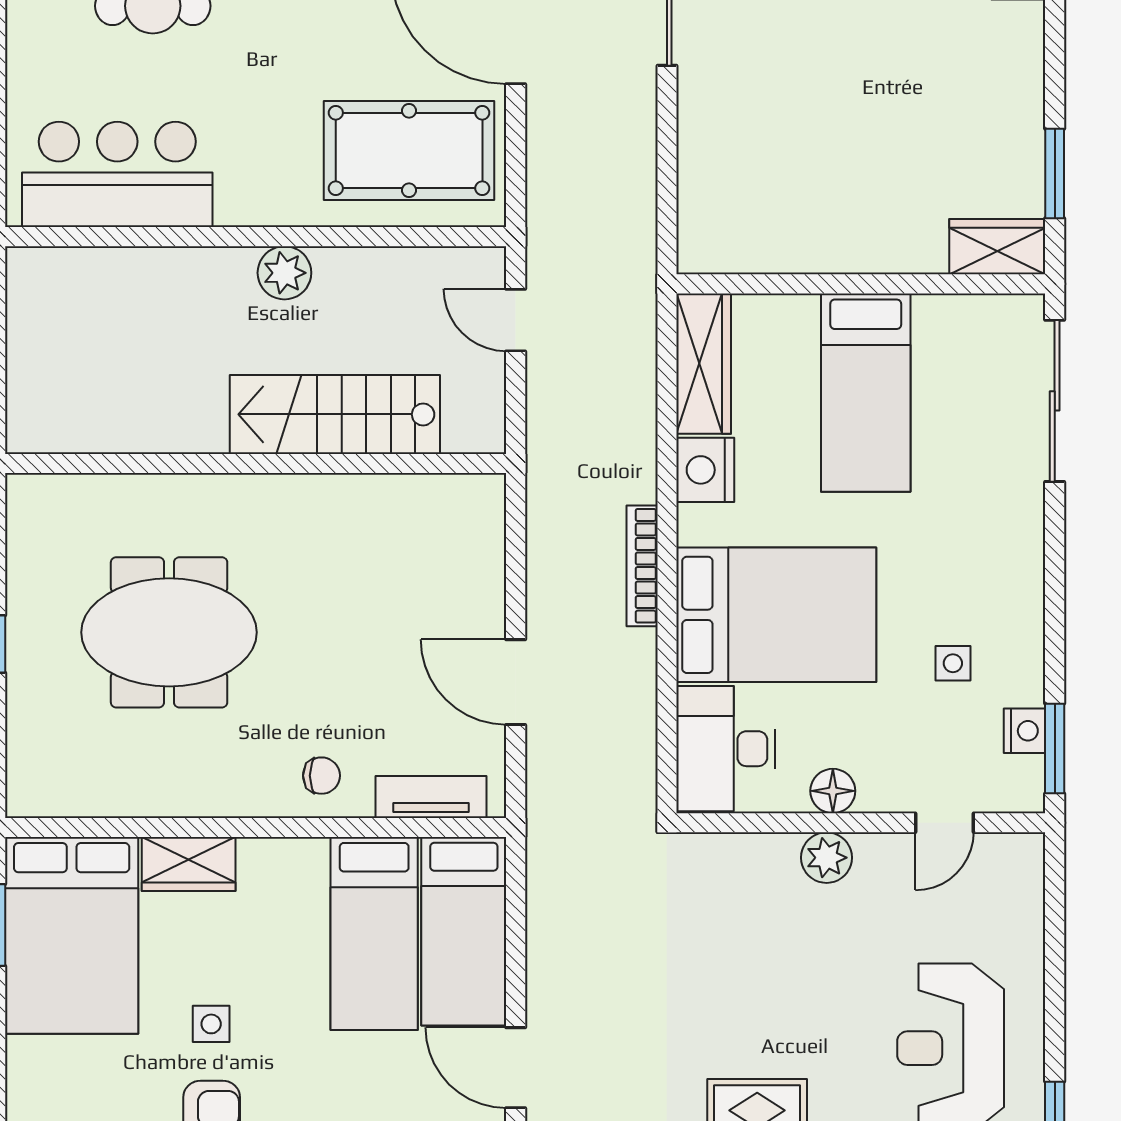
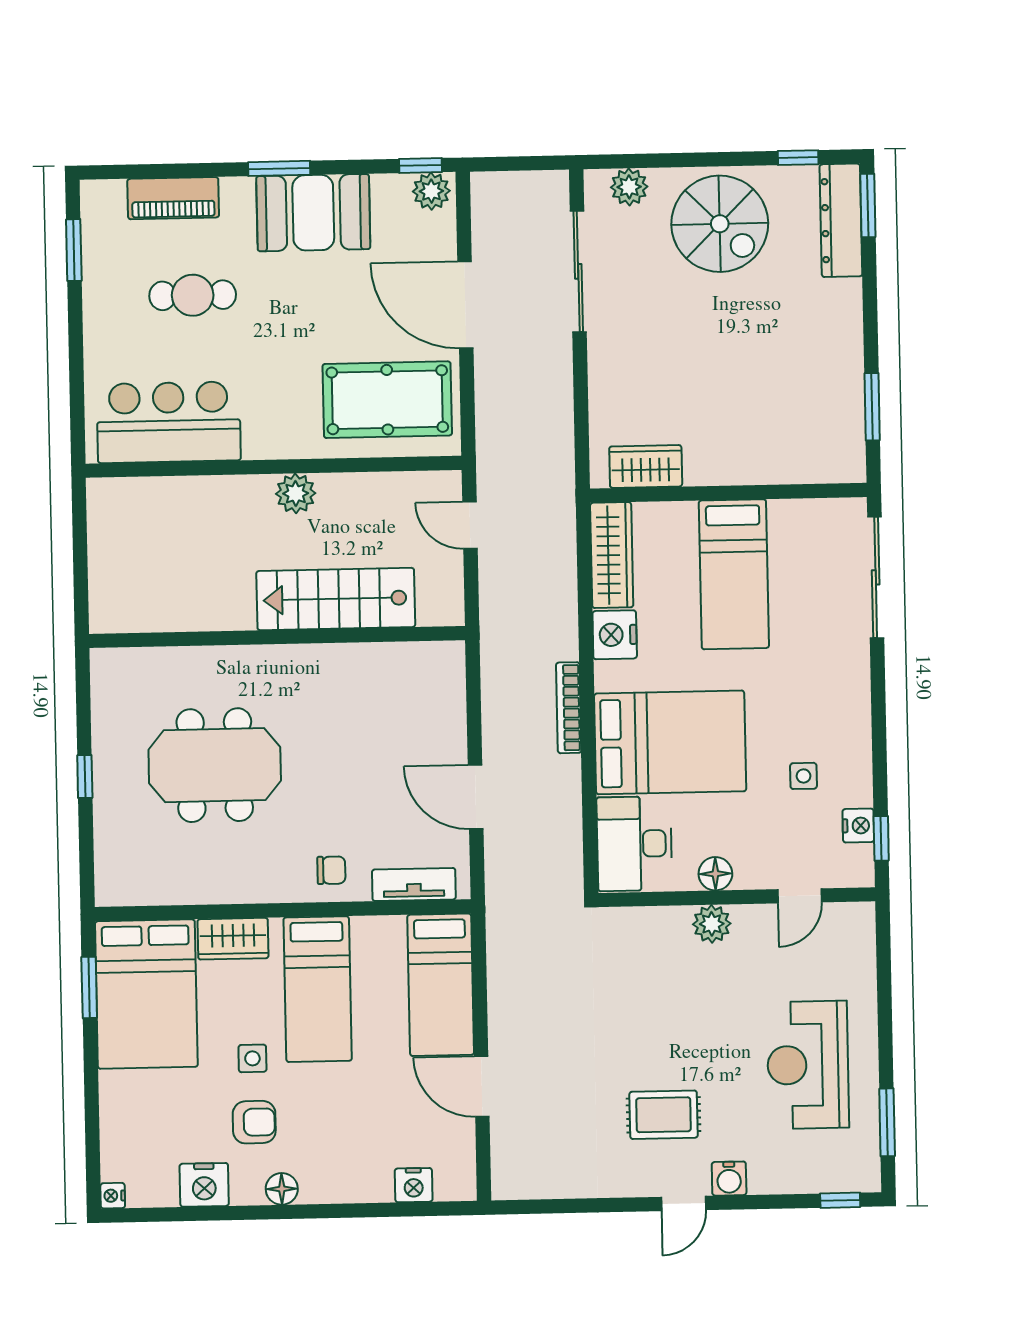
wardrobe: (997, 247) -> (646, 466), moved
window: (1055, 749) -> (881, 838), width x0.67
bed: (374, 933) -> (318, 989), moved

